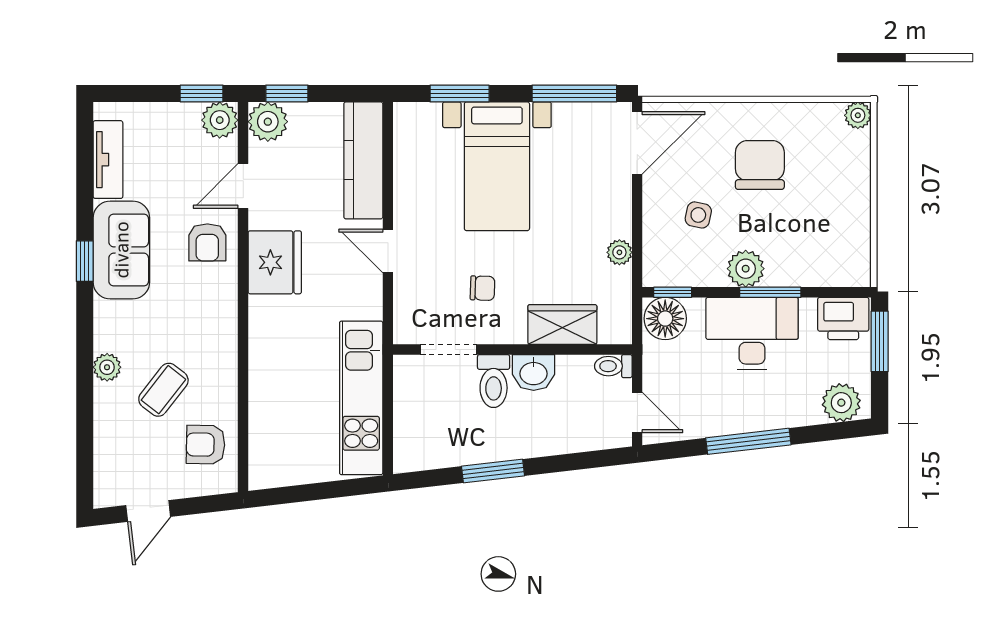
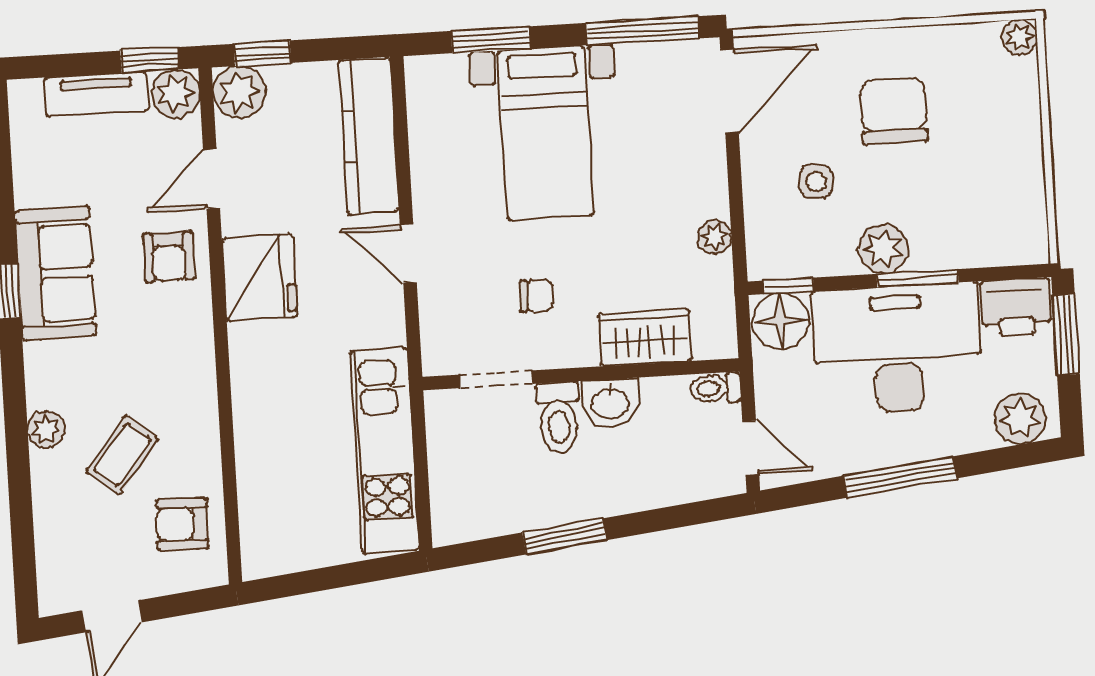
tv unit: (108, 160) -> (96, 94), moved, turned 90
desk: (752, 334) -> (897, 349), width x1.36, depth x1.30

